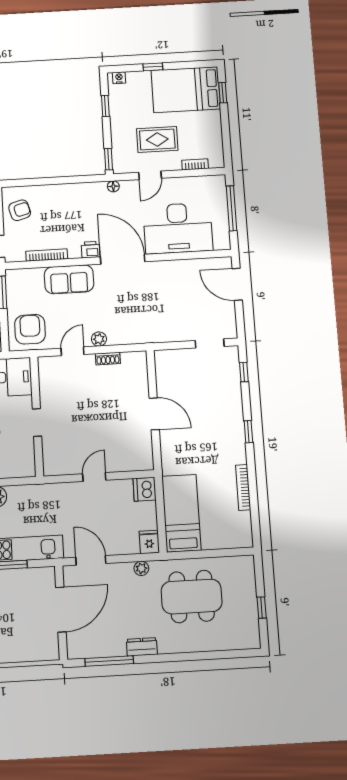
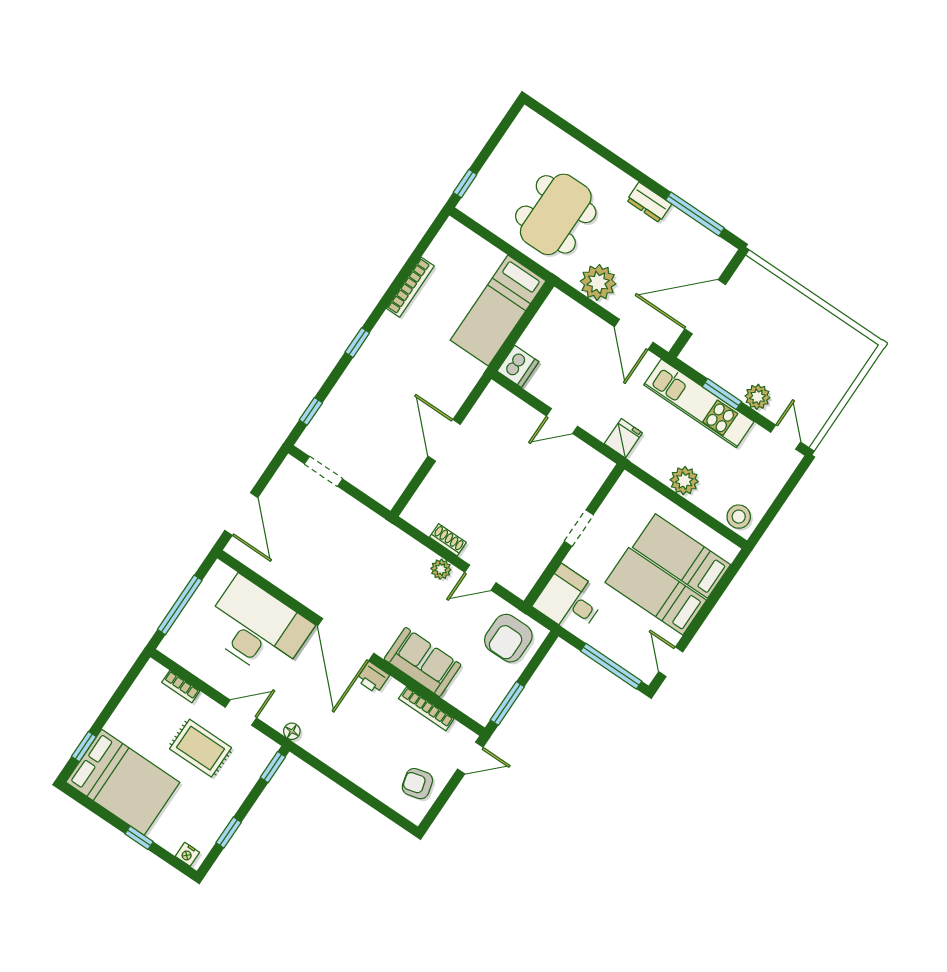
fridge: (149, 542) -> (623, 438), moved, turned 180
plant: (141, 568) -> (598, 282), width x1.88, depth x1.88
dining table: (192, 597) -> (556, 214), turned 90
window: (262, 608) -> (465, 183), moved

